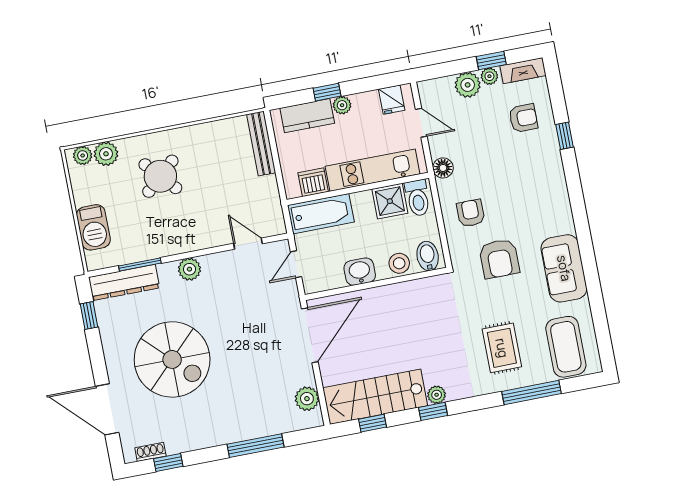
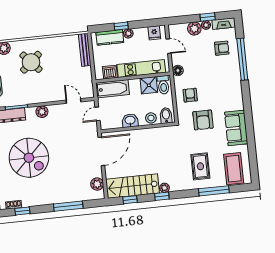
window: (564, 136) -> (242, 59), width x3.17

